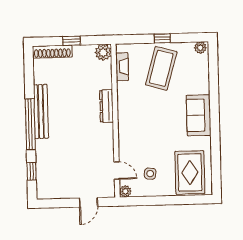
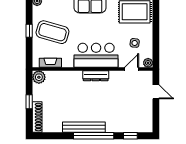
dresser: (106, 106) -> (96, 76), moved
bar counter: (133, 125) -> (96, 55), added

